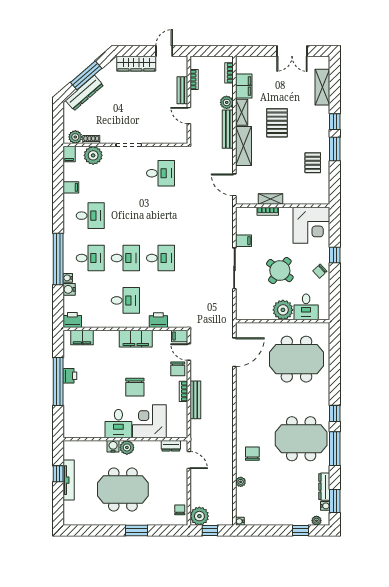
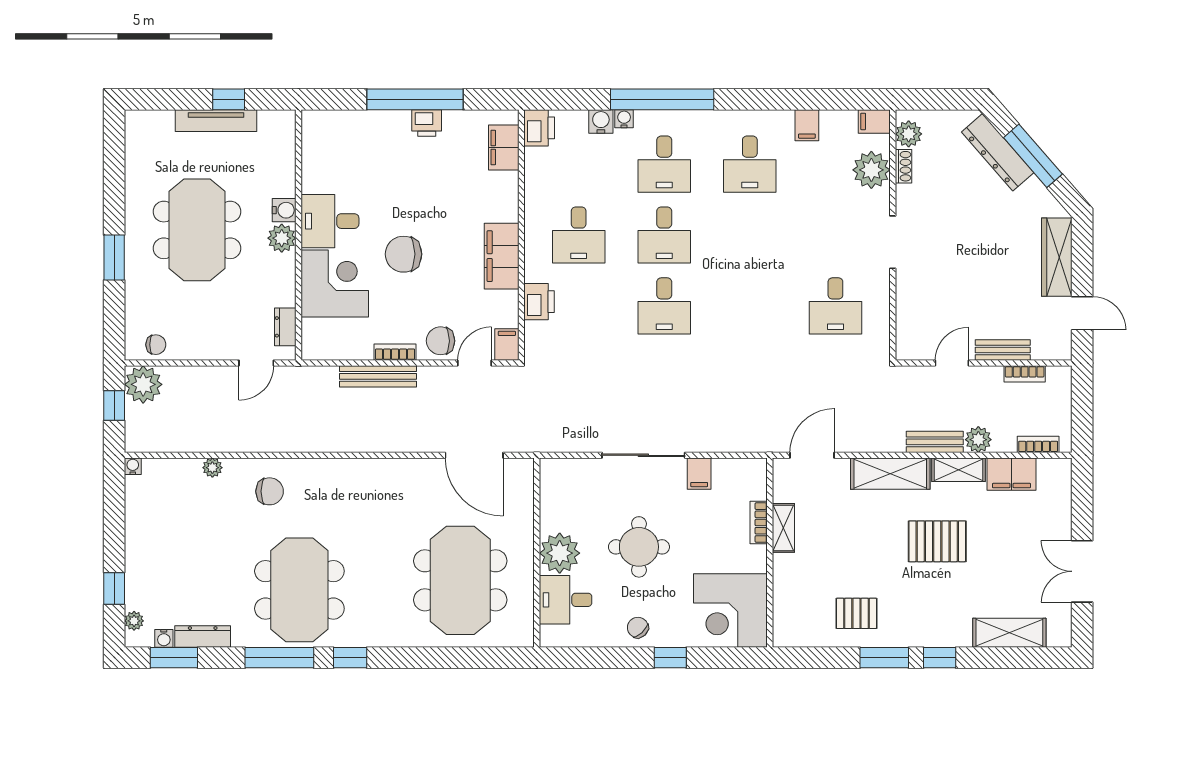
bench: (228, 129) -> (935, 442), width x0.73
round table: (280, 271) -> (639, 547), turned -38

